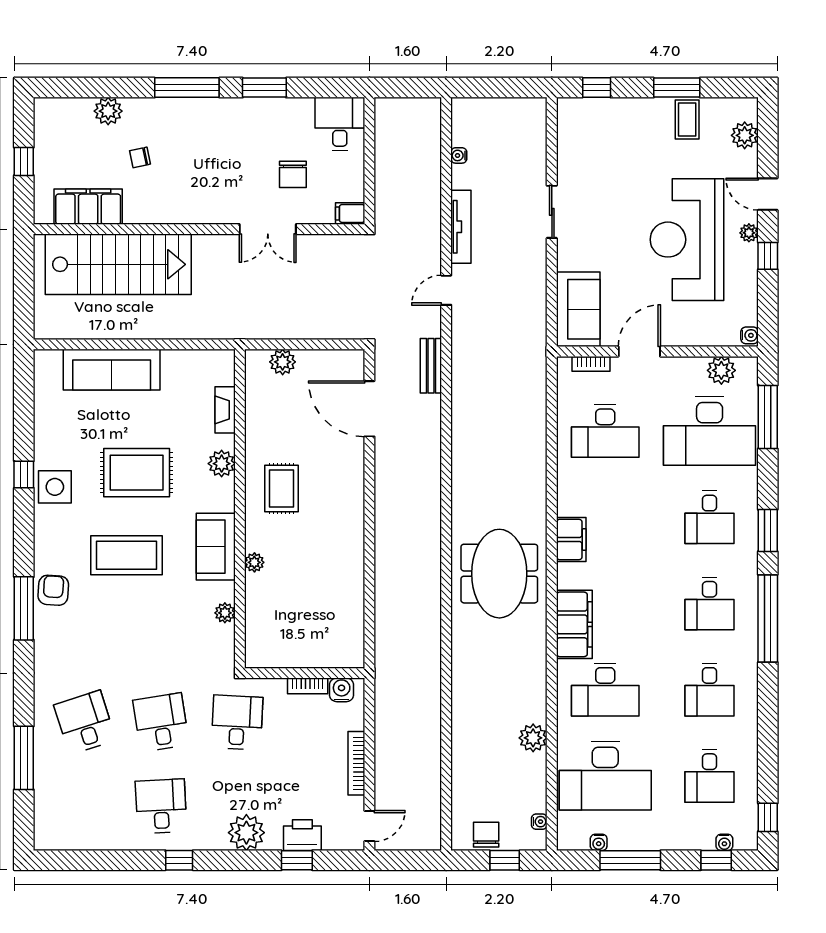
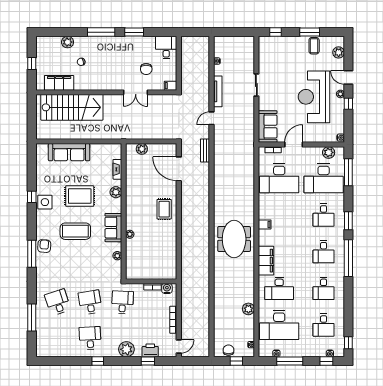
desk: (605, 431) -> (279, 178), width x1.36, depth x1.30
rug: (281, 489) -> (164, 209), moved
filing cabinet: (571, 540) -> (265, 224), width x0.50

